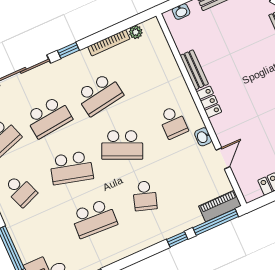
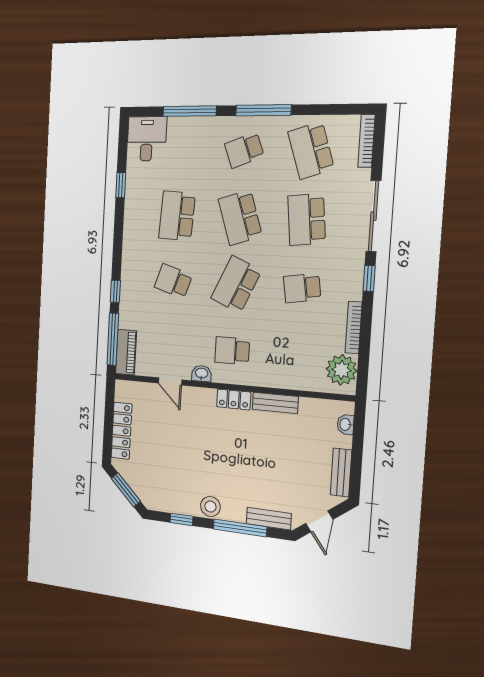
plant: (136, 32) -> (341, 370), width x1.88, depth x1.88
school desk: (100, 94) -> (302, 288), width x0.54
school desk: (71, 168) -> (240, 218), turned -33

